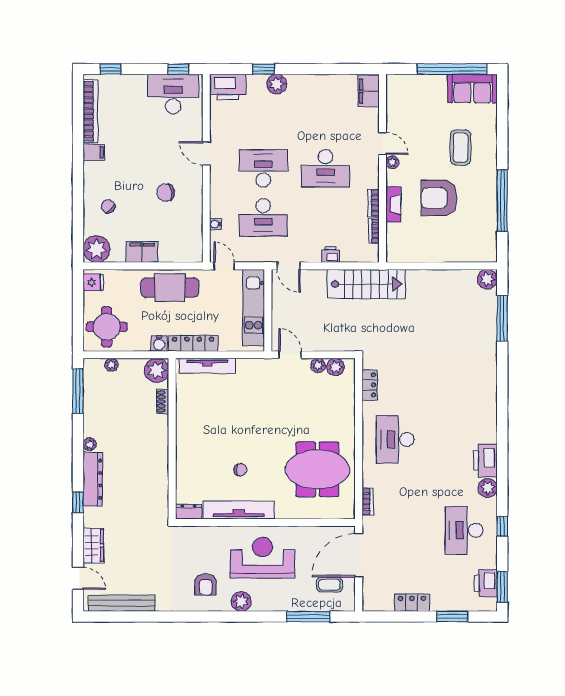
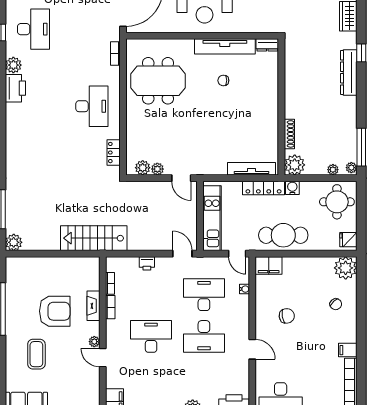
filing cabinet: (142, 252) -> (269, 265), moved
stairs: (366, 284) -> (94, 238), moved
shoe rack: (163, 402) -> (289, 134), width x1.43
plant: (90, 444) -> (351, 168), moved

